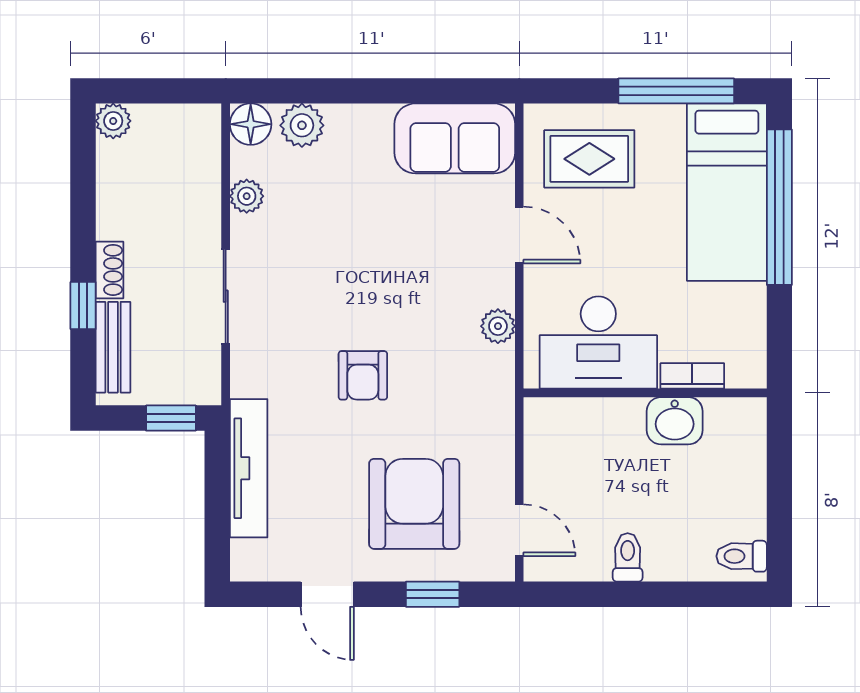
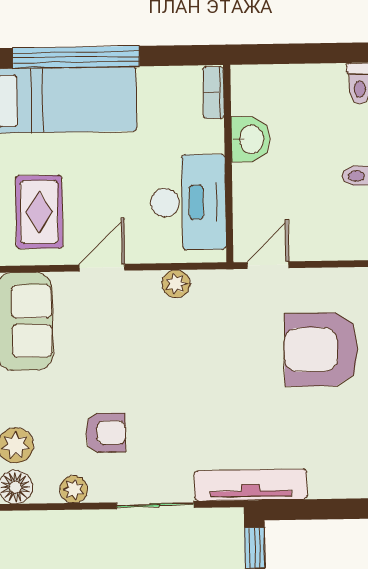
armchair: (363, 375) -> (106, 433), moved
bookcase: (692, 376) -> (213, 93), moved
tv unit: (249, 468) -> (251, 485), moved
door: (519, 530) -> (268, 265), moved

